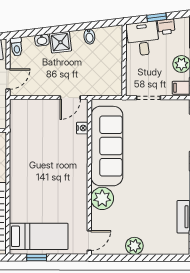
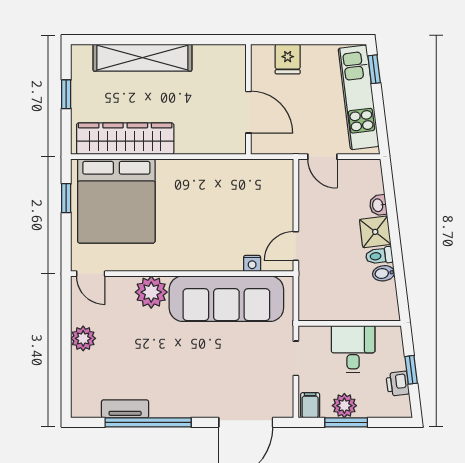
desk: (143, 39) -> (353, 349), moved, turned -83
toilet: (17, 47) -> (379, 256), moved
door: (70, 98) -> (296, 246), hinge flipped
bed: (39, 236) -> (116, 201), width x2.04

